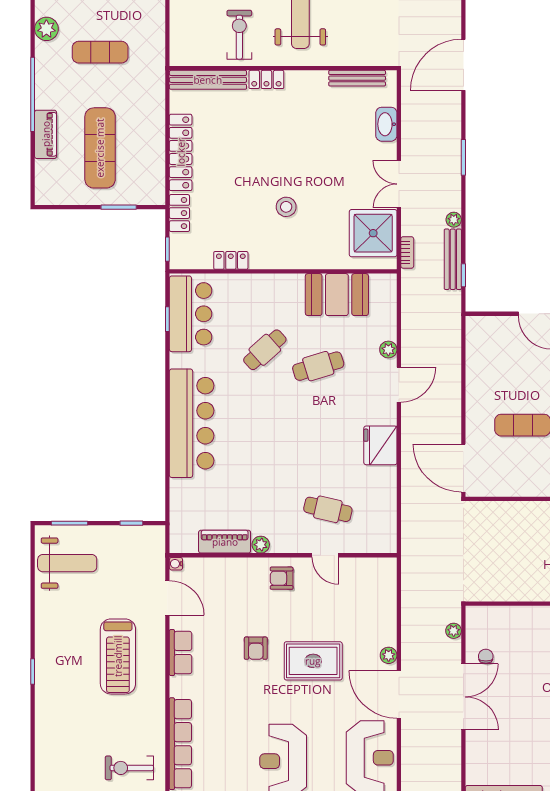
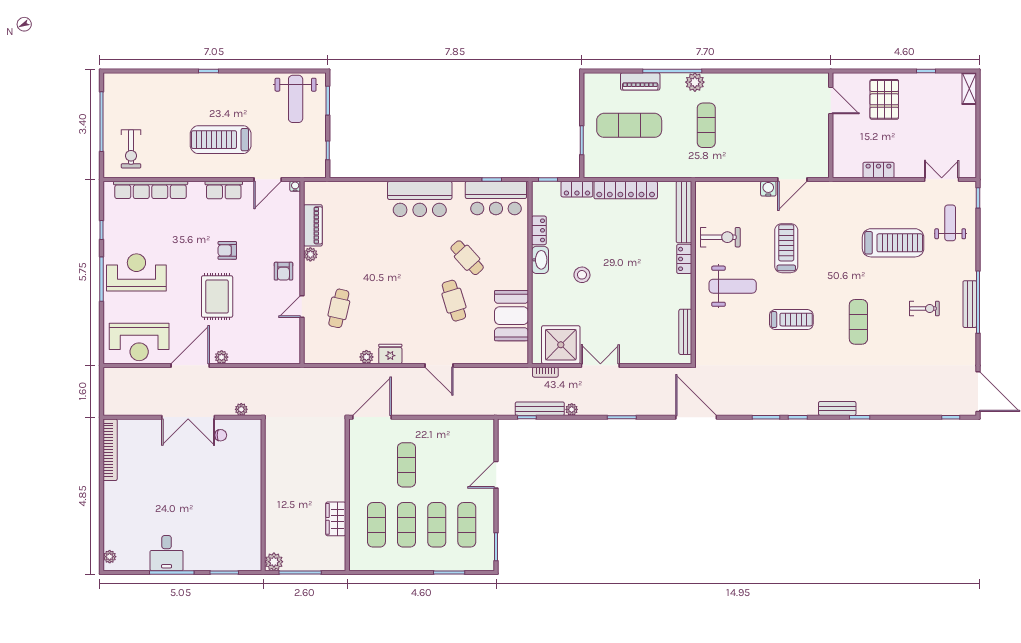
plant: (46, 29) -> (695, 82), moved
washbasin: (386, 124) -> (540, 260), moved, turned 90
plant: (388, 350) -> (366, 357), moved
bar counter: (192, 423) -> (420, 199), width x0.73
fridge: (380, 445) -> (390, 354), width x0.73, depth x0.75
armchair: (282, 578) -> (283, 271), turned 180
exercise bike: (129, 768) -> (131, 149), turned 180

